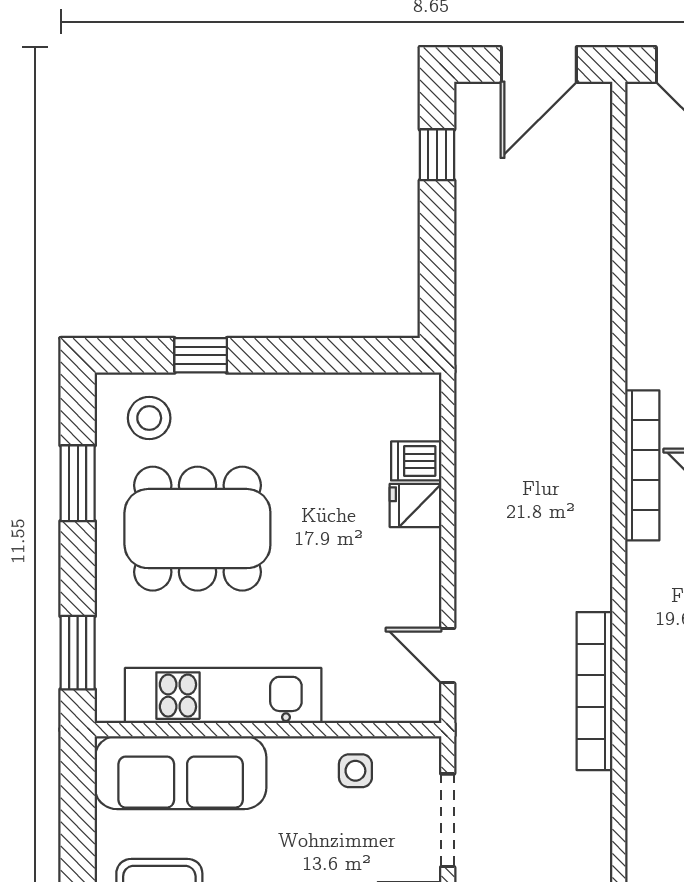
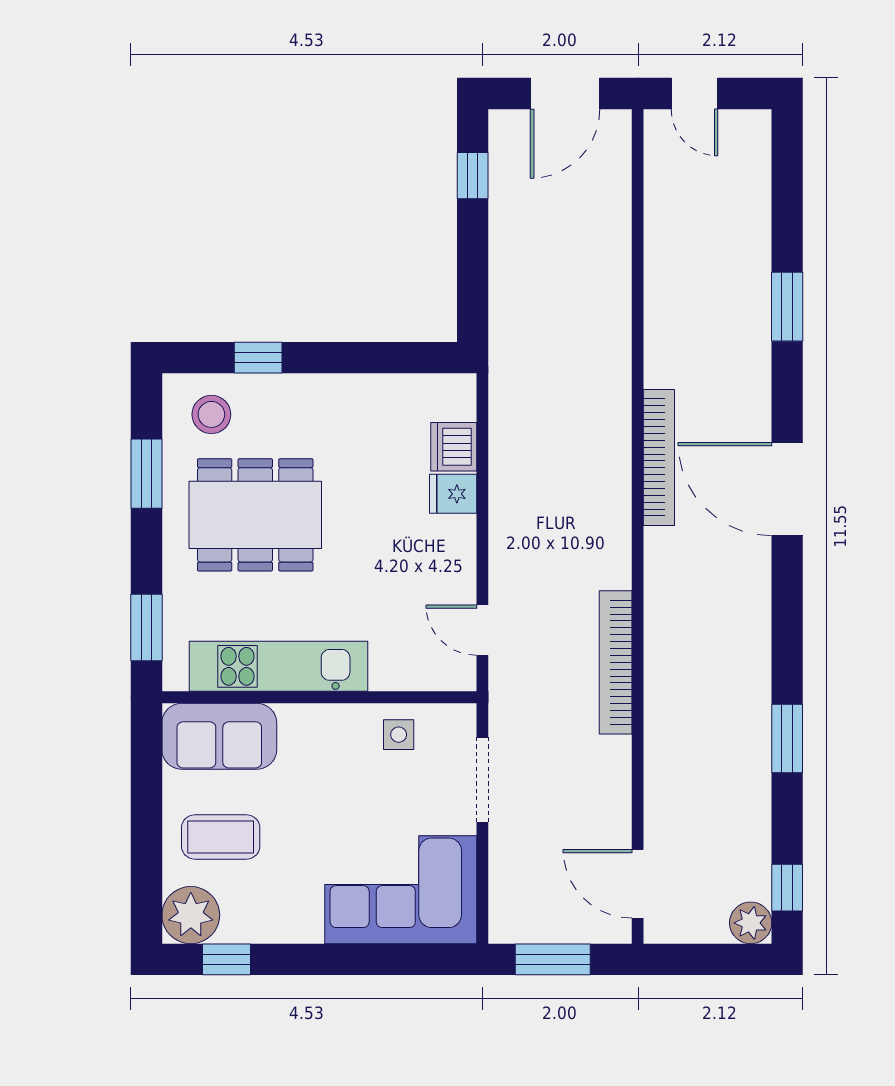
dishwasher: (416, 461) -> (454, 447), width x1.38
sofa: (181, 773) -> (219, 736), width x0.73

